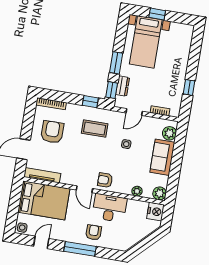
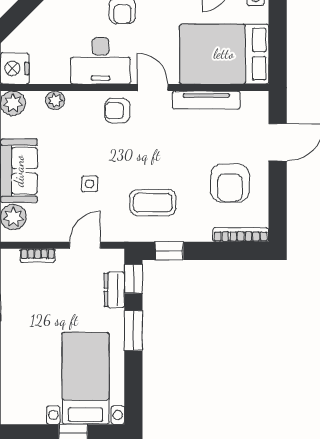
tv unit: (42, 175) -> (206, 100), moved
armchair: (105, 180) -> (117, 111), turned 180

